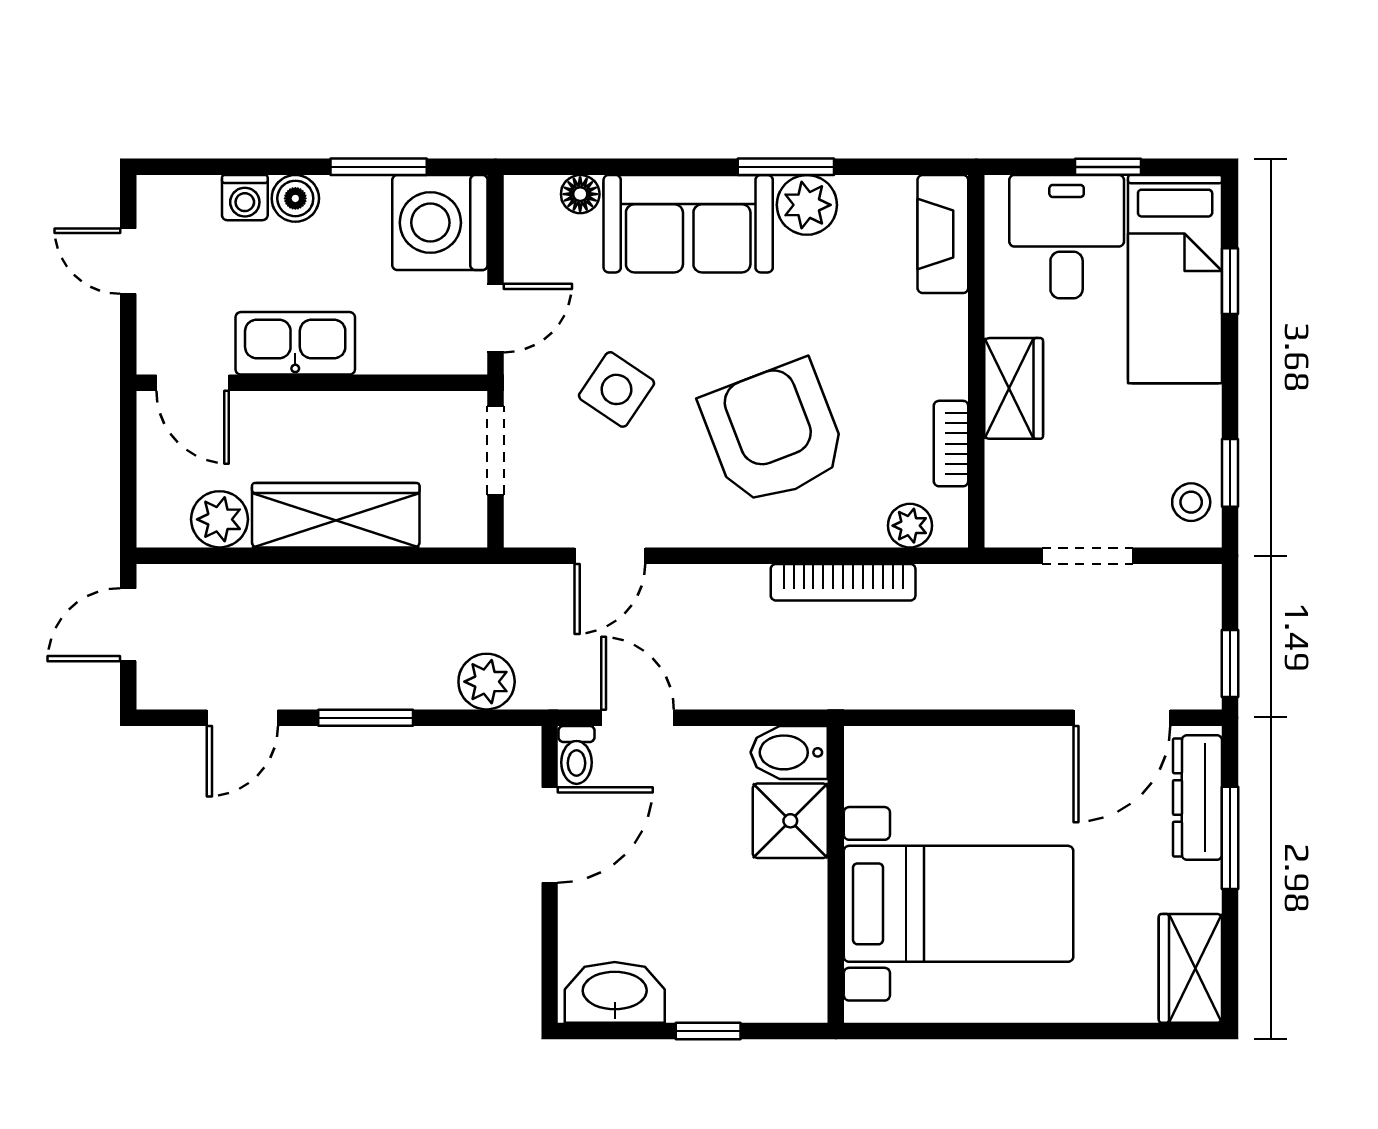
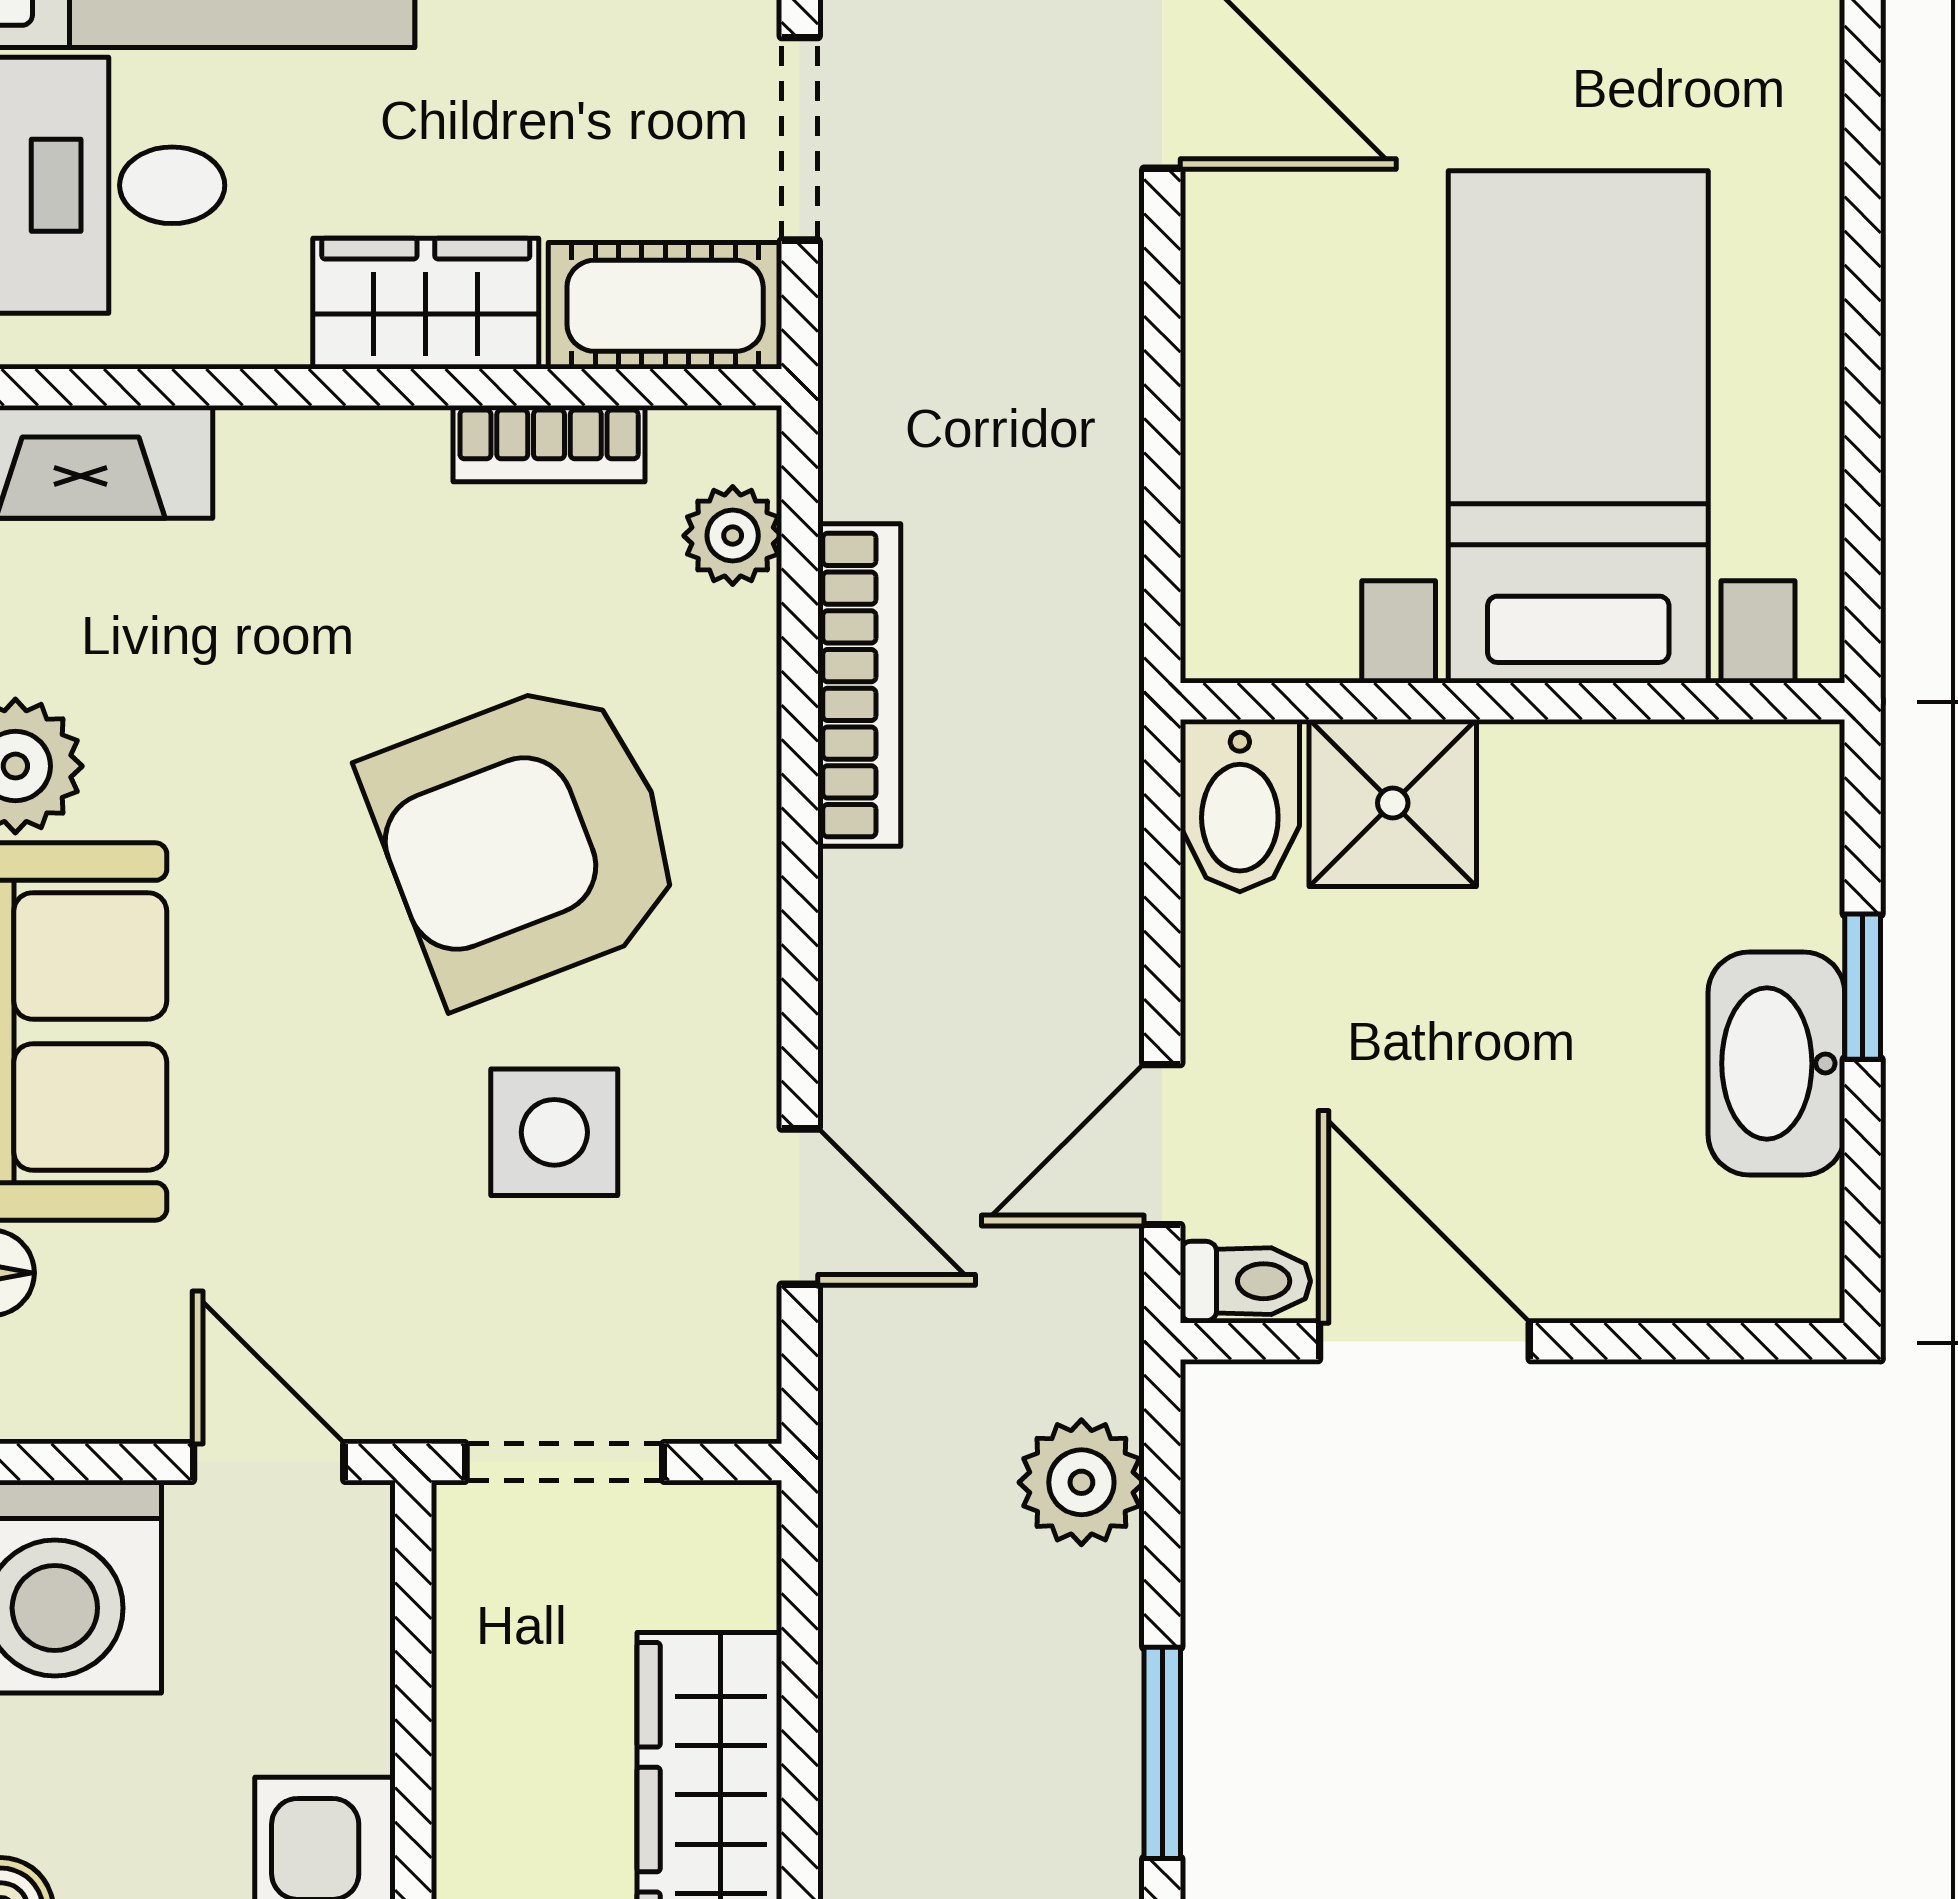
side table: (617, 389) -> (554, 1132), moved, turned -34
cot: (1013, 495) -> (665, 306), added
washbasin: (615, 992) -> (1776, 1063), moved

